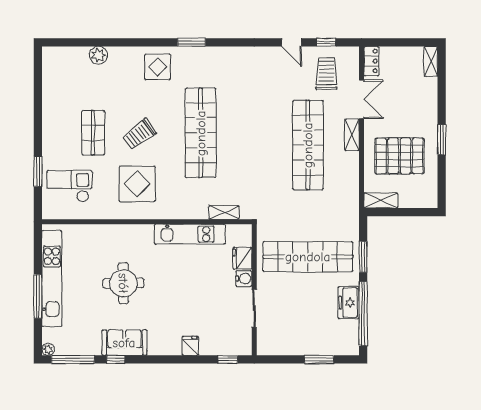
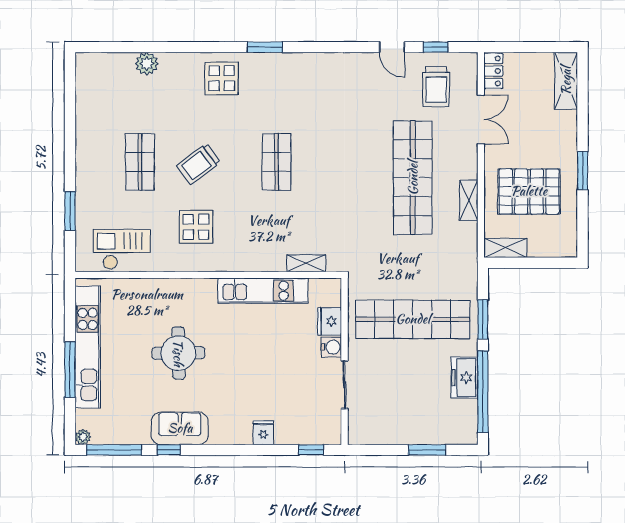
shelving: (431, 61) -> (566, 81), width x1.50, depth x1.33
trolley: (326, 73) -> (436, 87), turned 180
shop shelf: (201, 133) -> (277, 162), width x0.50, depth x0.74
shelving: (352, 135) -> (469, 200), moved
display table: (137, 184) -> (196, 227), width x0.73, depth x0.73
checkout: (70, 186) -> (122, 249), moved

